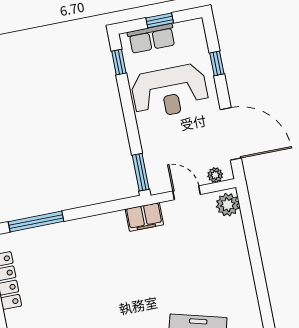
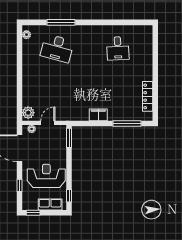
window: (160, 20) -> (33, 213), moved
door: (187, 193) -> (48, 123), swing flipped
filing cabinet: (144, 217) -> (98, 115), moved

